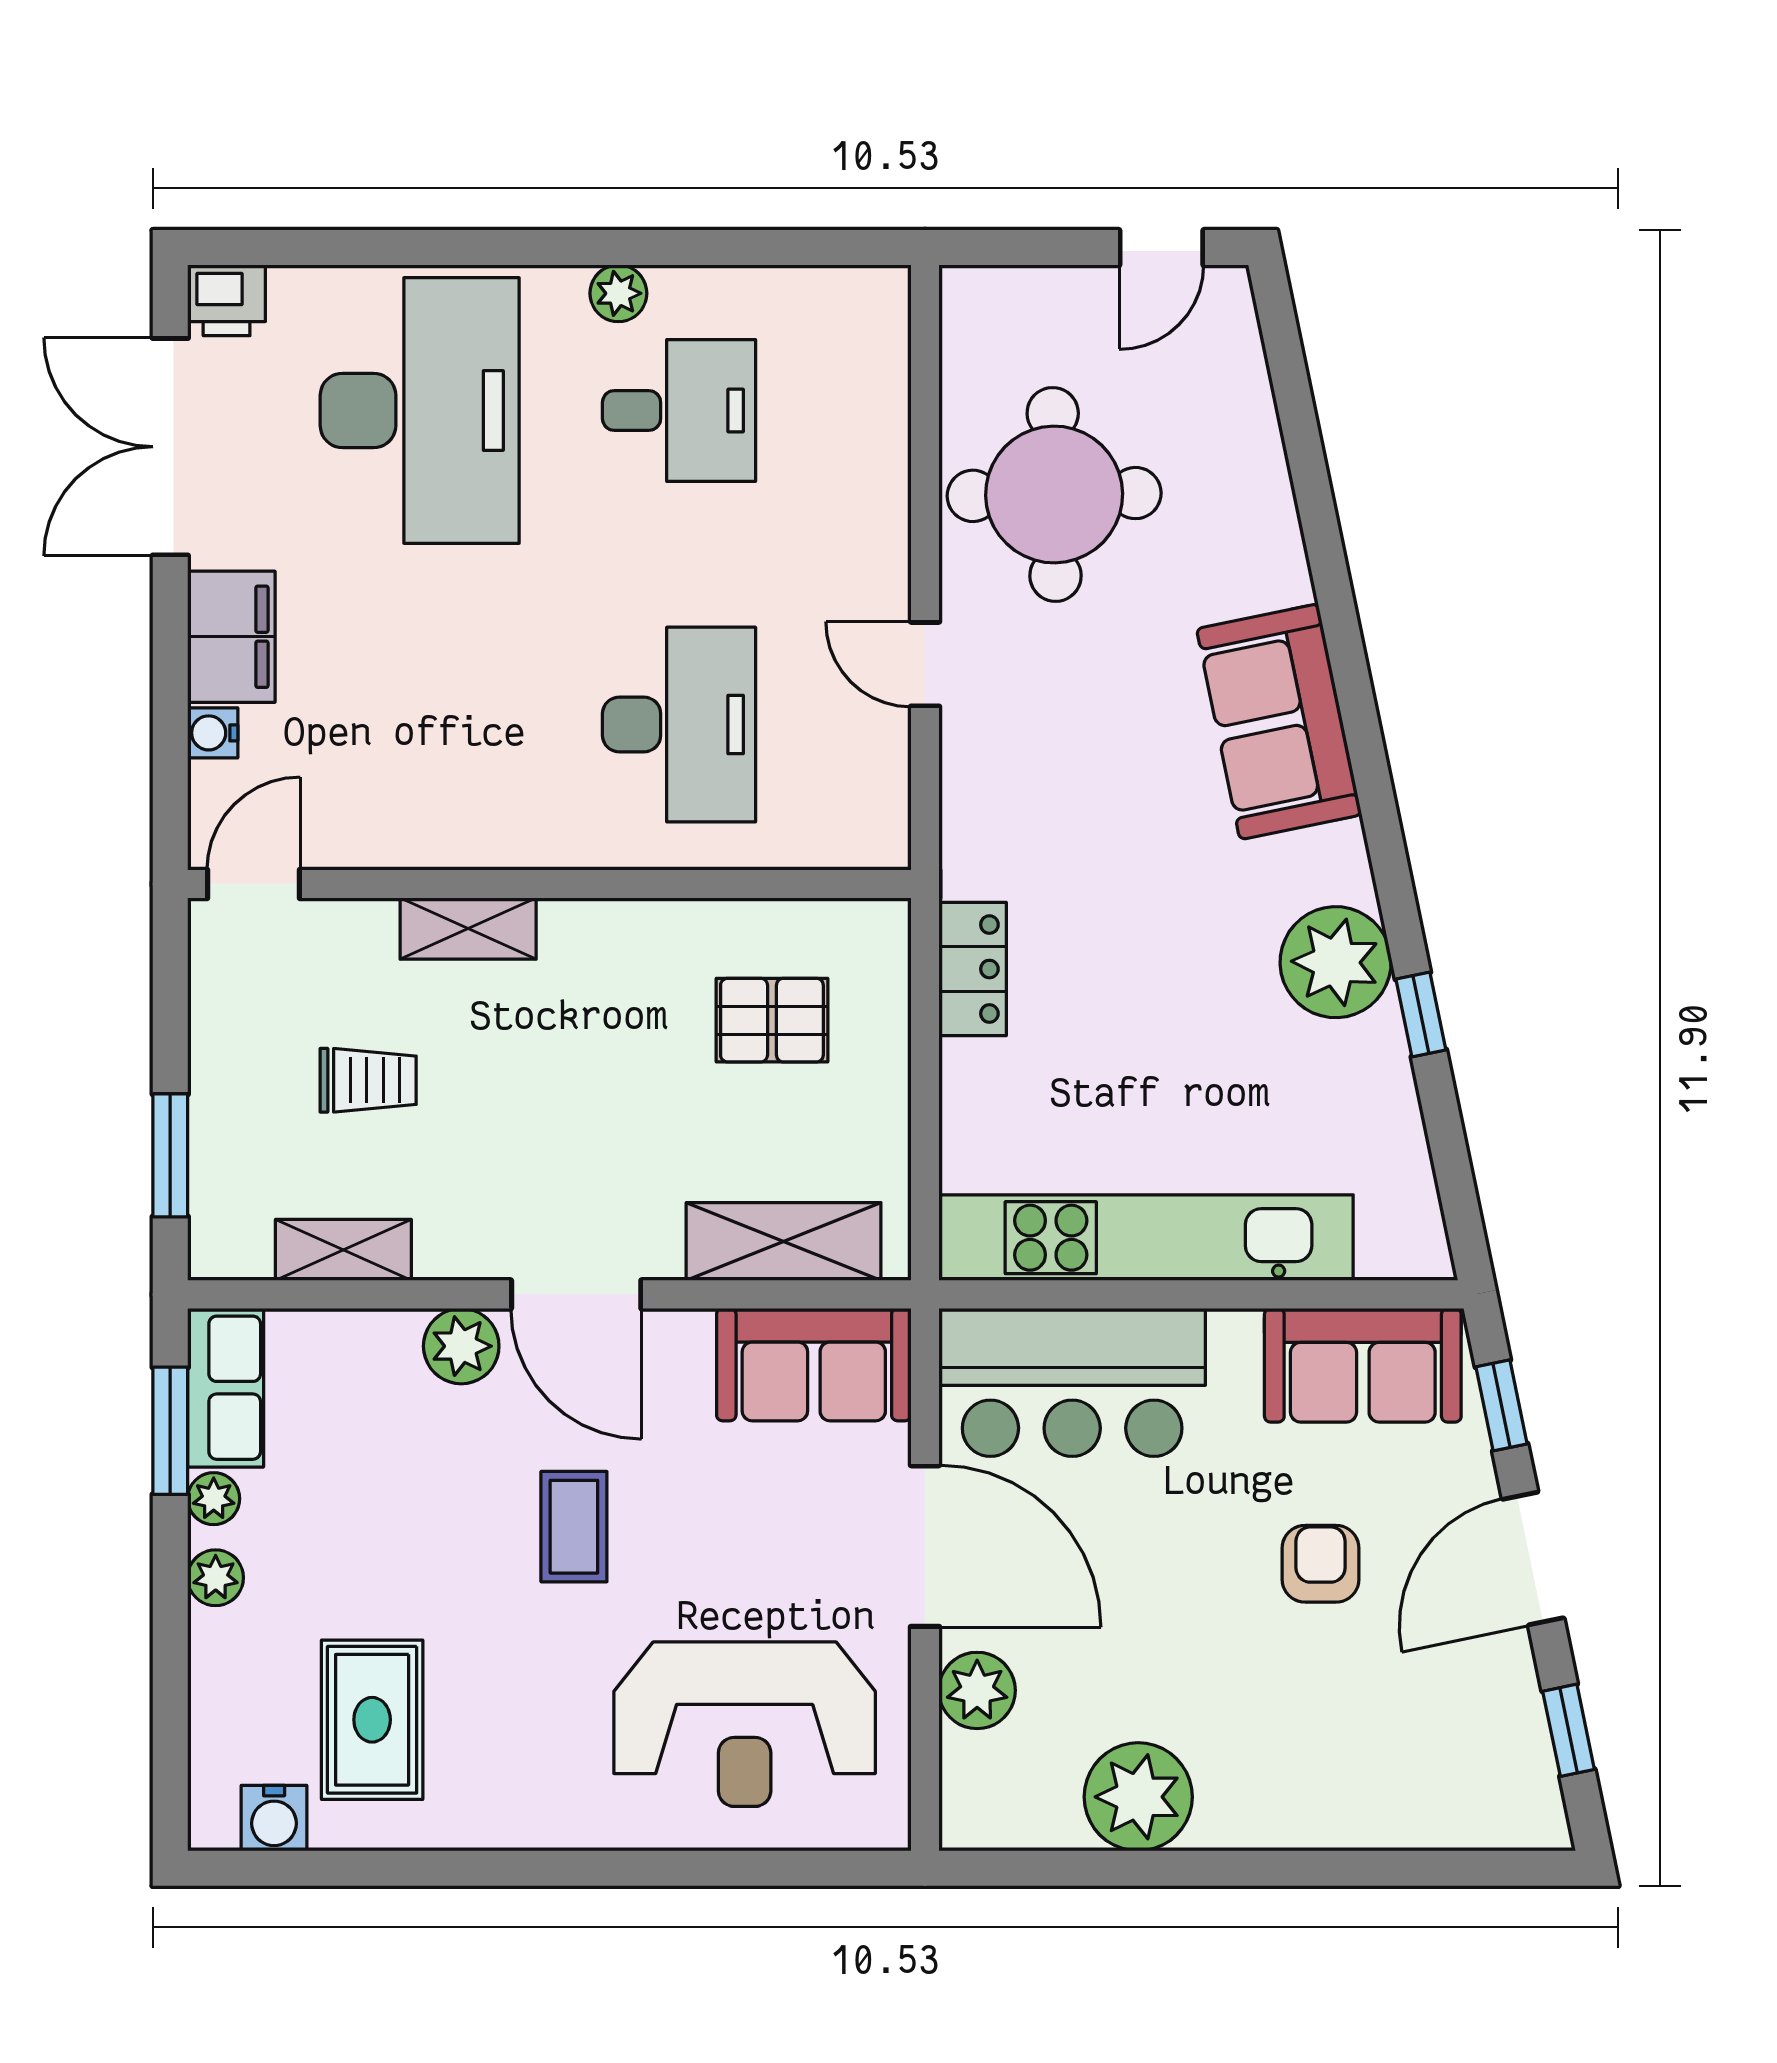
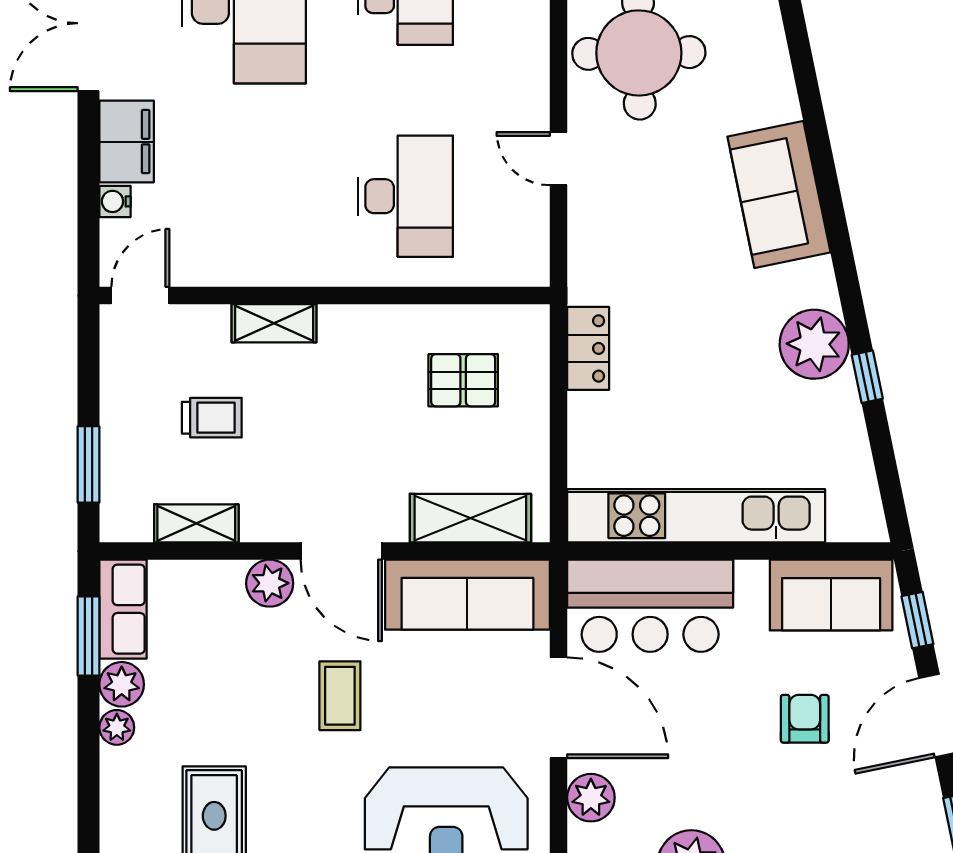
sofa: (814, 1365) -> (467, 595), width x1.36
plant: (214, 1499) -> (122, 684), width x1.38, depth x1.38

